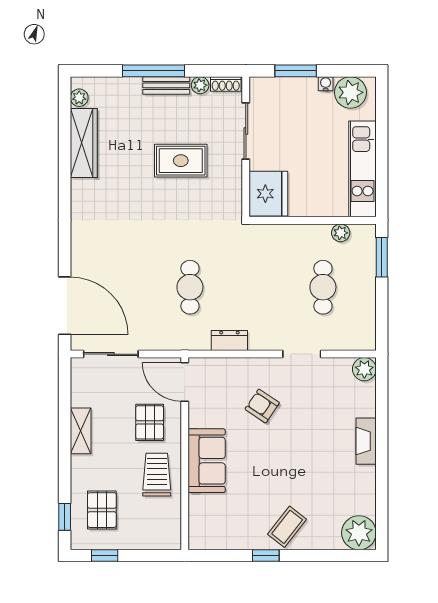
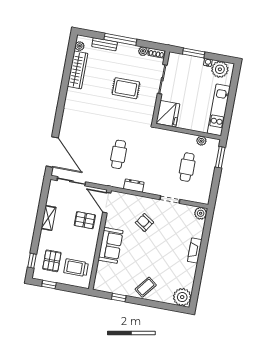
bench: (166, 85) -> (105, 44), moved
pallet: (150, 422) -> (85, 220), turned 90
trolley: (157, 475) -> (76, 268), moved, turned -90
window: (266, 556) -> (119, 297), moved

